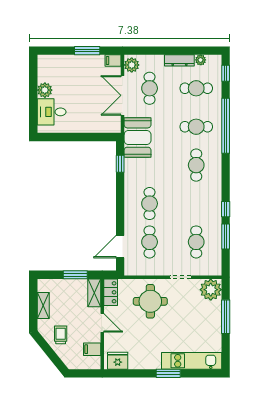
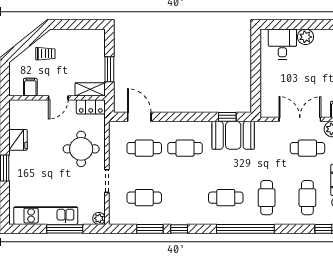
window: (226, 126) -> (245, 229), moved
booth: (138, 138) -> (233, 135), moved
plant: (211, 290) -> (99, 218), width x0.53, depth x0.53
shelving: (43, 305) -> (77, 35), removed
fridge: (118, 361) -> (18, 140), moved
kitchen unit: (192, 361) -> (46, 216), moved, turned -90

